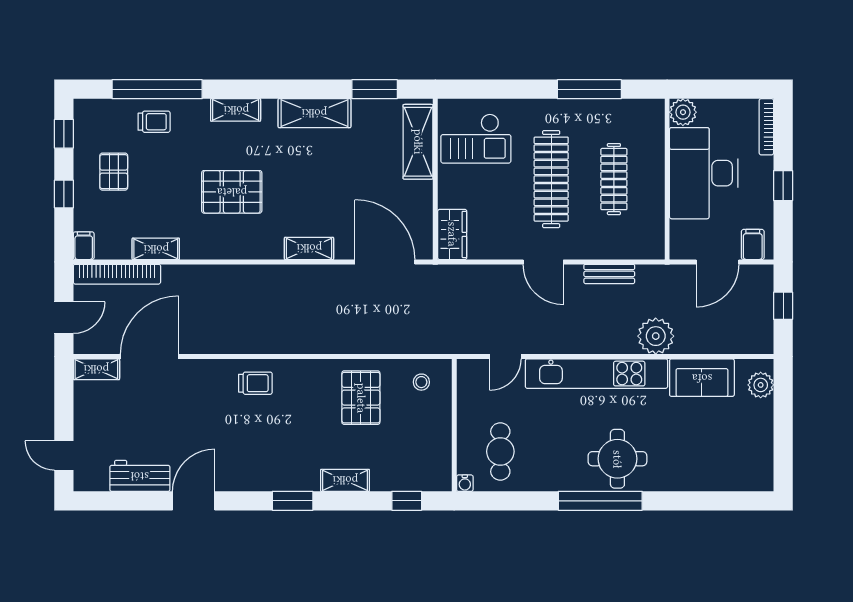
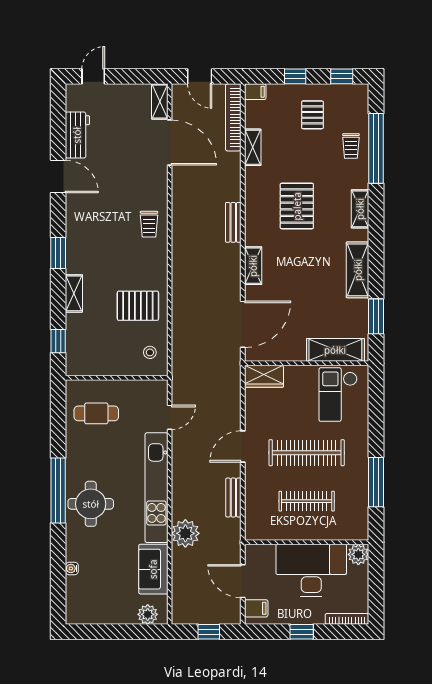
pallet: (114, 172) -> (312, 115), turned 90
bench: (253, 274) -> (233, 222), added
door: (505, 357) -> (170, 417), swing flipped
water cooler: (465, 483) -> (72, 568), moved

